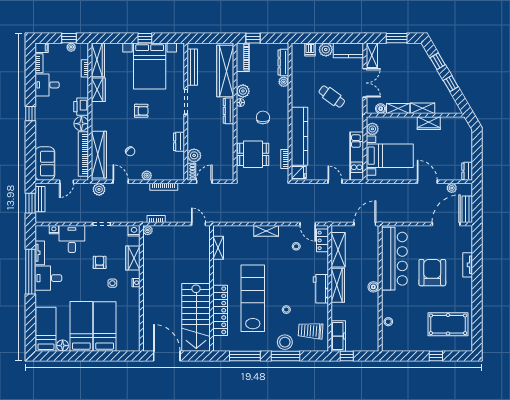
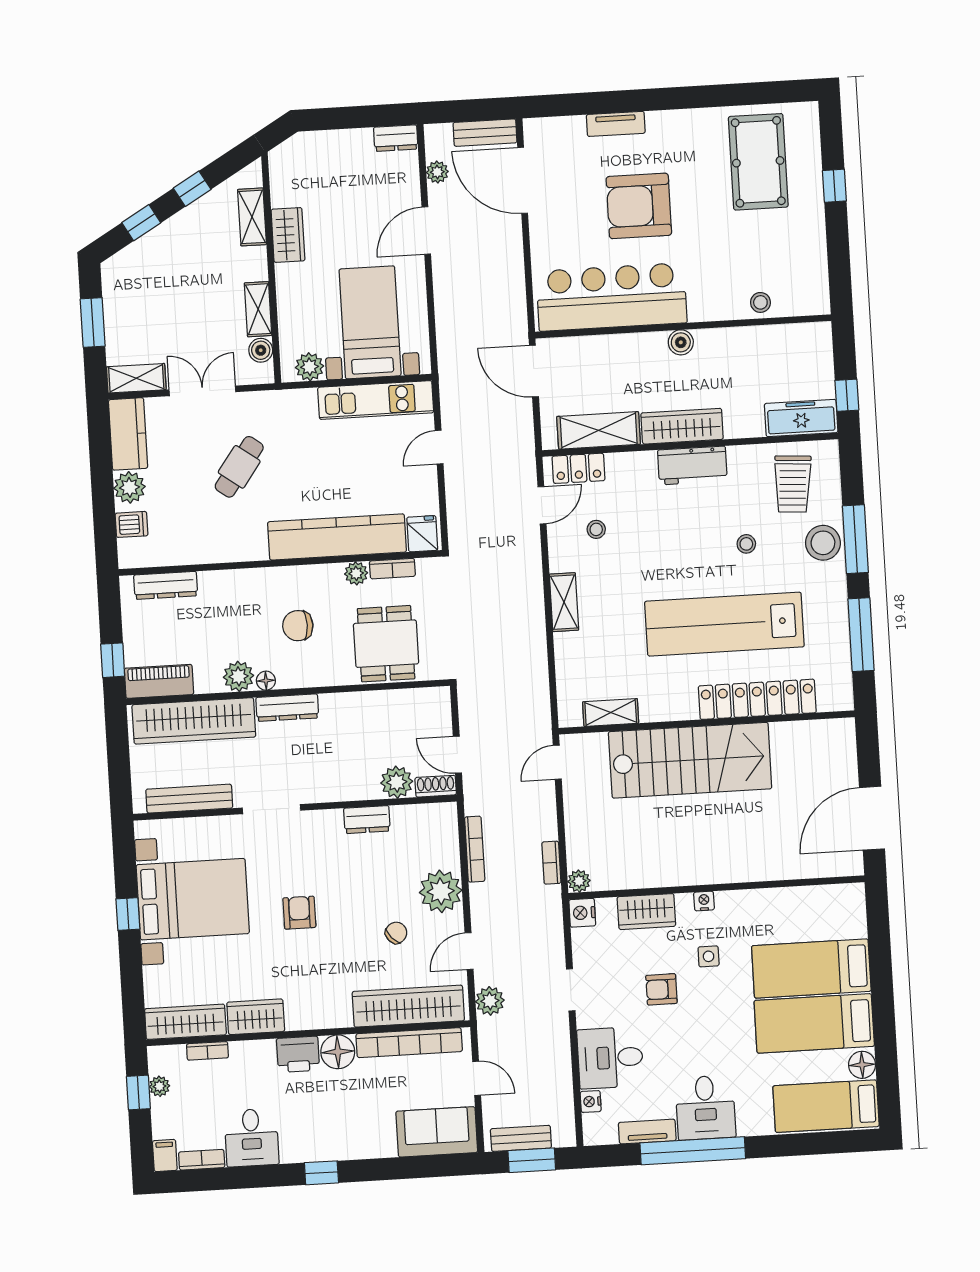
plant: (284, 82) -> (356, 573), moved
shelving: (423, 108) -> (252, 217), moved
plant: (147, 176) -> (441, 891), width x1.88, depth x1.88
stairs: (196, 317) -> (690, 760), moved

